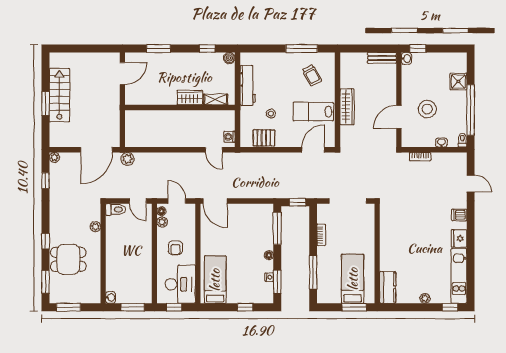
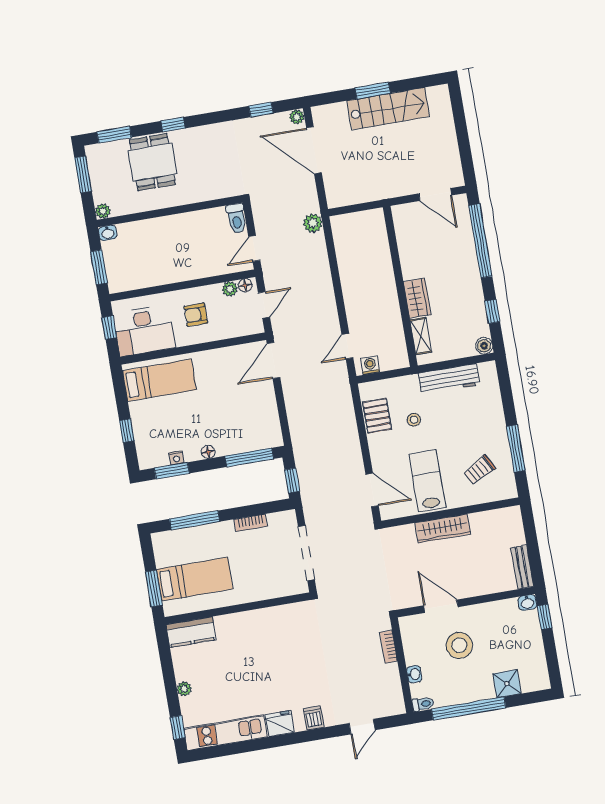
window: (159, 49) -> (480, 241), width x2.11
door: (97, 150) -> (314, 150), moved
plant: (95, 227) -> (103, 211), moved

